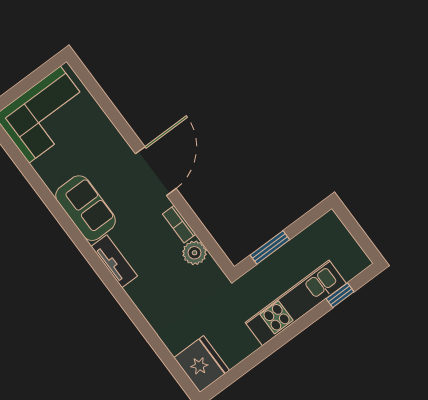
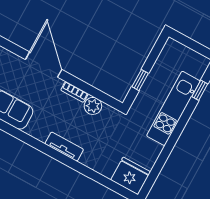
window: (270, 247) -> (140, 80), width x0.67
tv unit: (114, 261) -> (64, 147), moved

